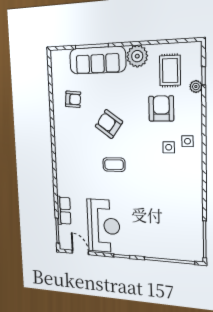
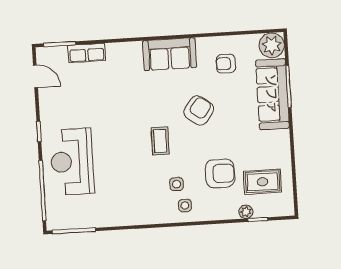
plant: (137, 56) -> (272, 45), moved
armchair: (73, 99) -> (226, 64), turned 85
sofa: (65, 145) -> (170, 54), added
coffee table: (114, 165) -> (160, 141), moved
reception desk: (104, 226) -> (72, 162), moved, turned 90
door: (80, 252) -> (35, 76), hinge flipped

